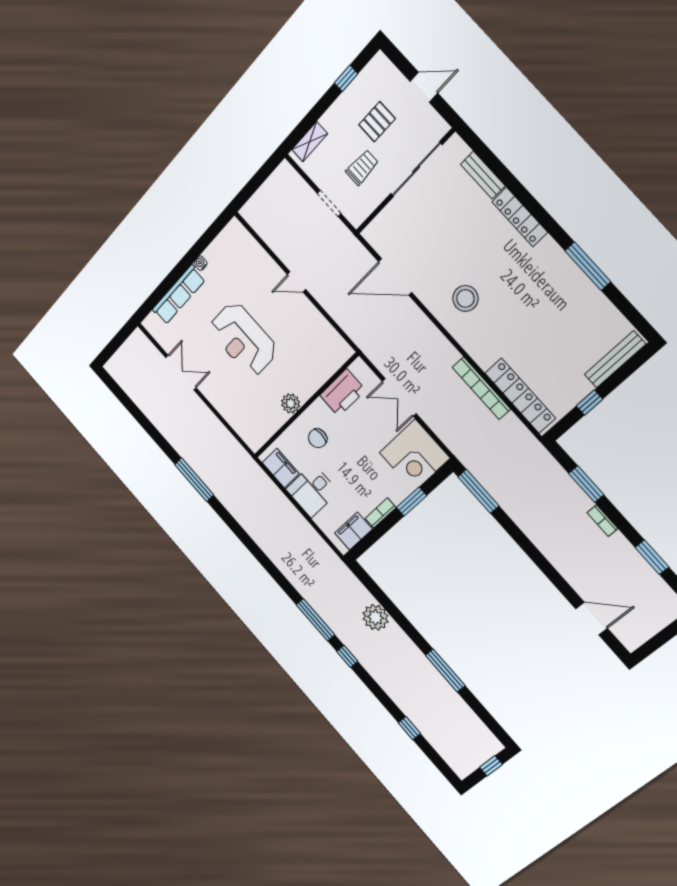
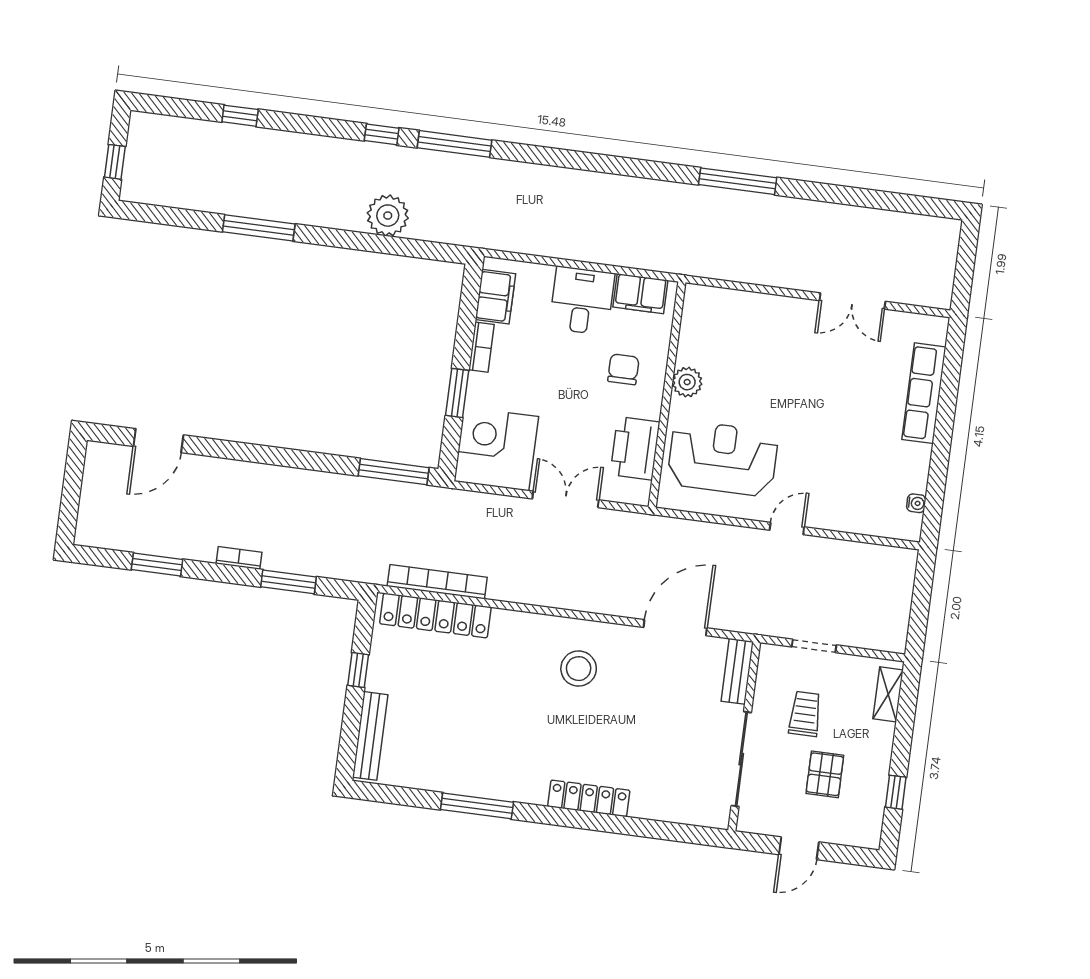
trolley: (362, 167) -> (805, 714), turned 180
bench: (483, 175) -> (737, 671), moved, turned 90
water cooler: (200, 263) -> (916, 503), moved
reception desk: (243, 339) -> (723, 458), moved
bookcase: (481, 388) -> (437, 582), moved

